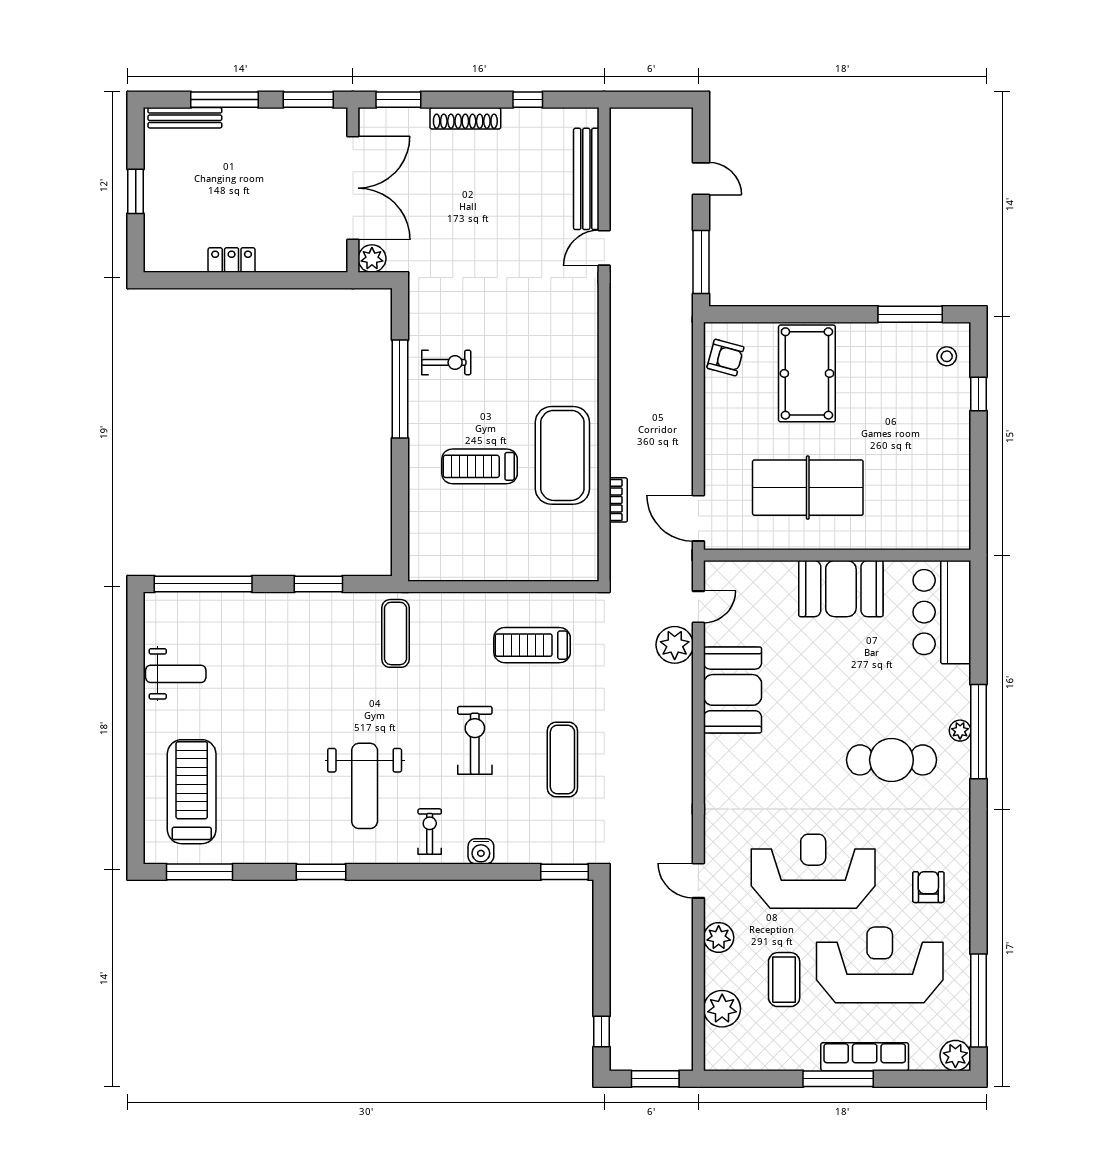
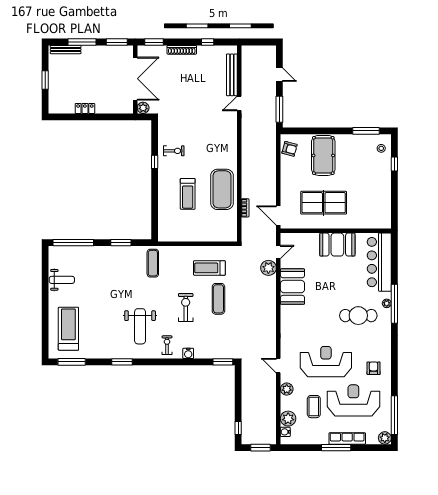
window: (400, 389) -> (155, 162), width x0.32
treadmill: (480, 466) -> (188, 194), turned -90
bar counter: (942, 612) -> (379, 262), width x1.36
exercise mat: (562, 759) -> (218, 299), moved
water cooler: (715, 1041) -> (285, 432), added

